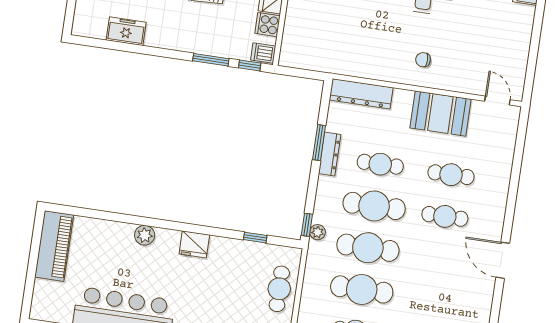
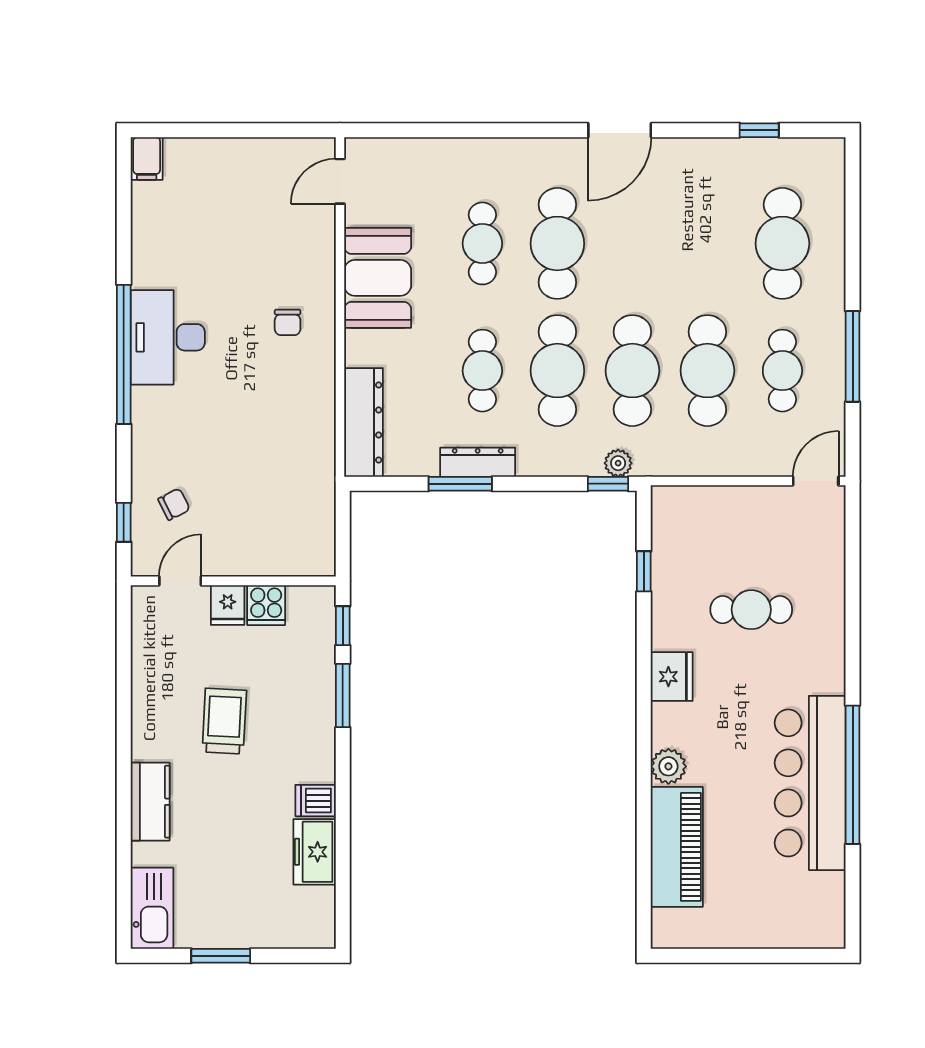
dishwasher: (263, 53) -> (316, 801), moved, turned 90
cafe table: (445, 216) -> (557, 243), width x1.37, depth x1.35
piano: (54, 246) -> (677, 847), moved, turned 90
cafe table: (279, 289) -> (751, 610), moved

